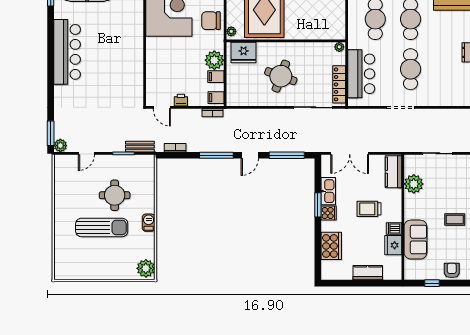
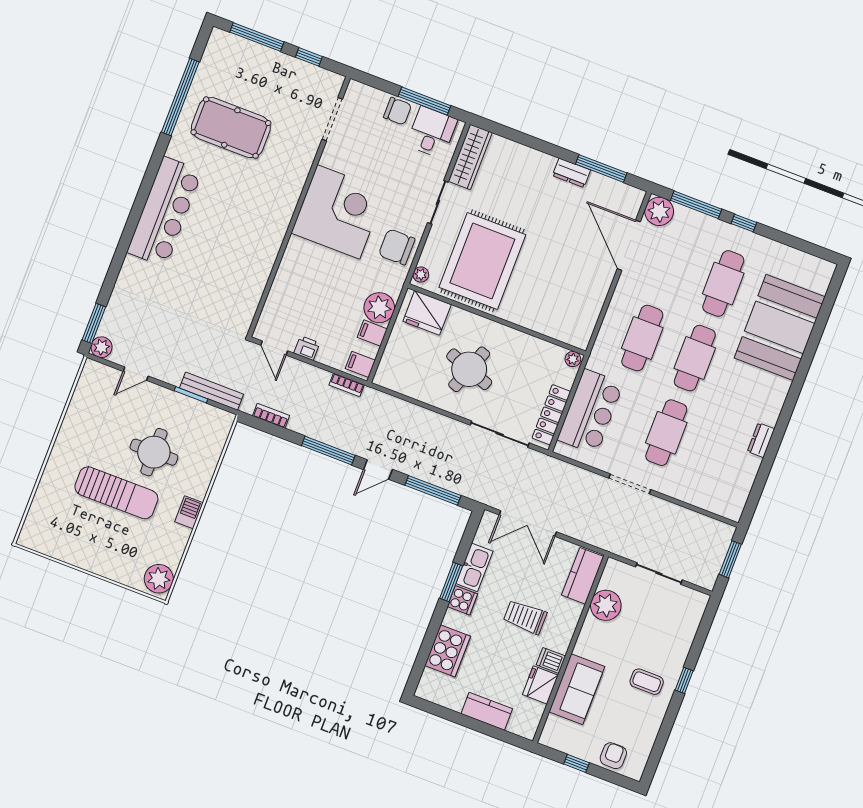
bench: (140, 147) -> (211, 391), width x1.36

